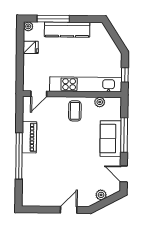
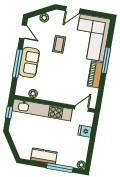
kitchen counter: (67, 30) -> (44, 156), width x0.67
fridge: (31, 47) -> (85, 131), moved
coffee table: (75, 111) -> (59, 44), moved
window: (19, 156) -> (106, 60), width x0.68
corner sofa: (41, 180) -> (92, 38), added

